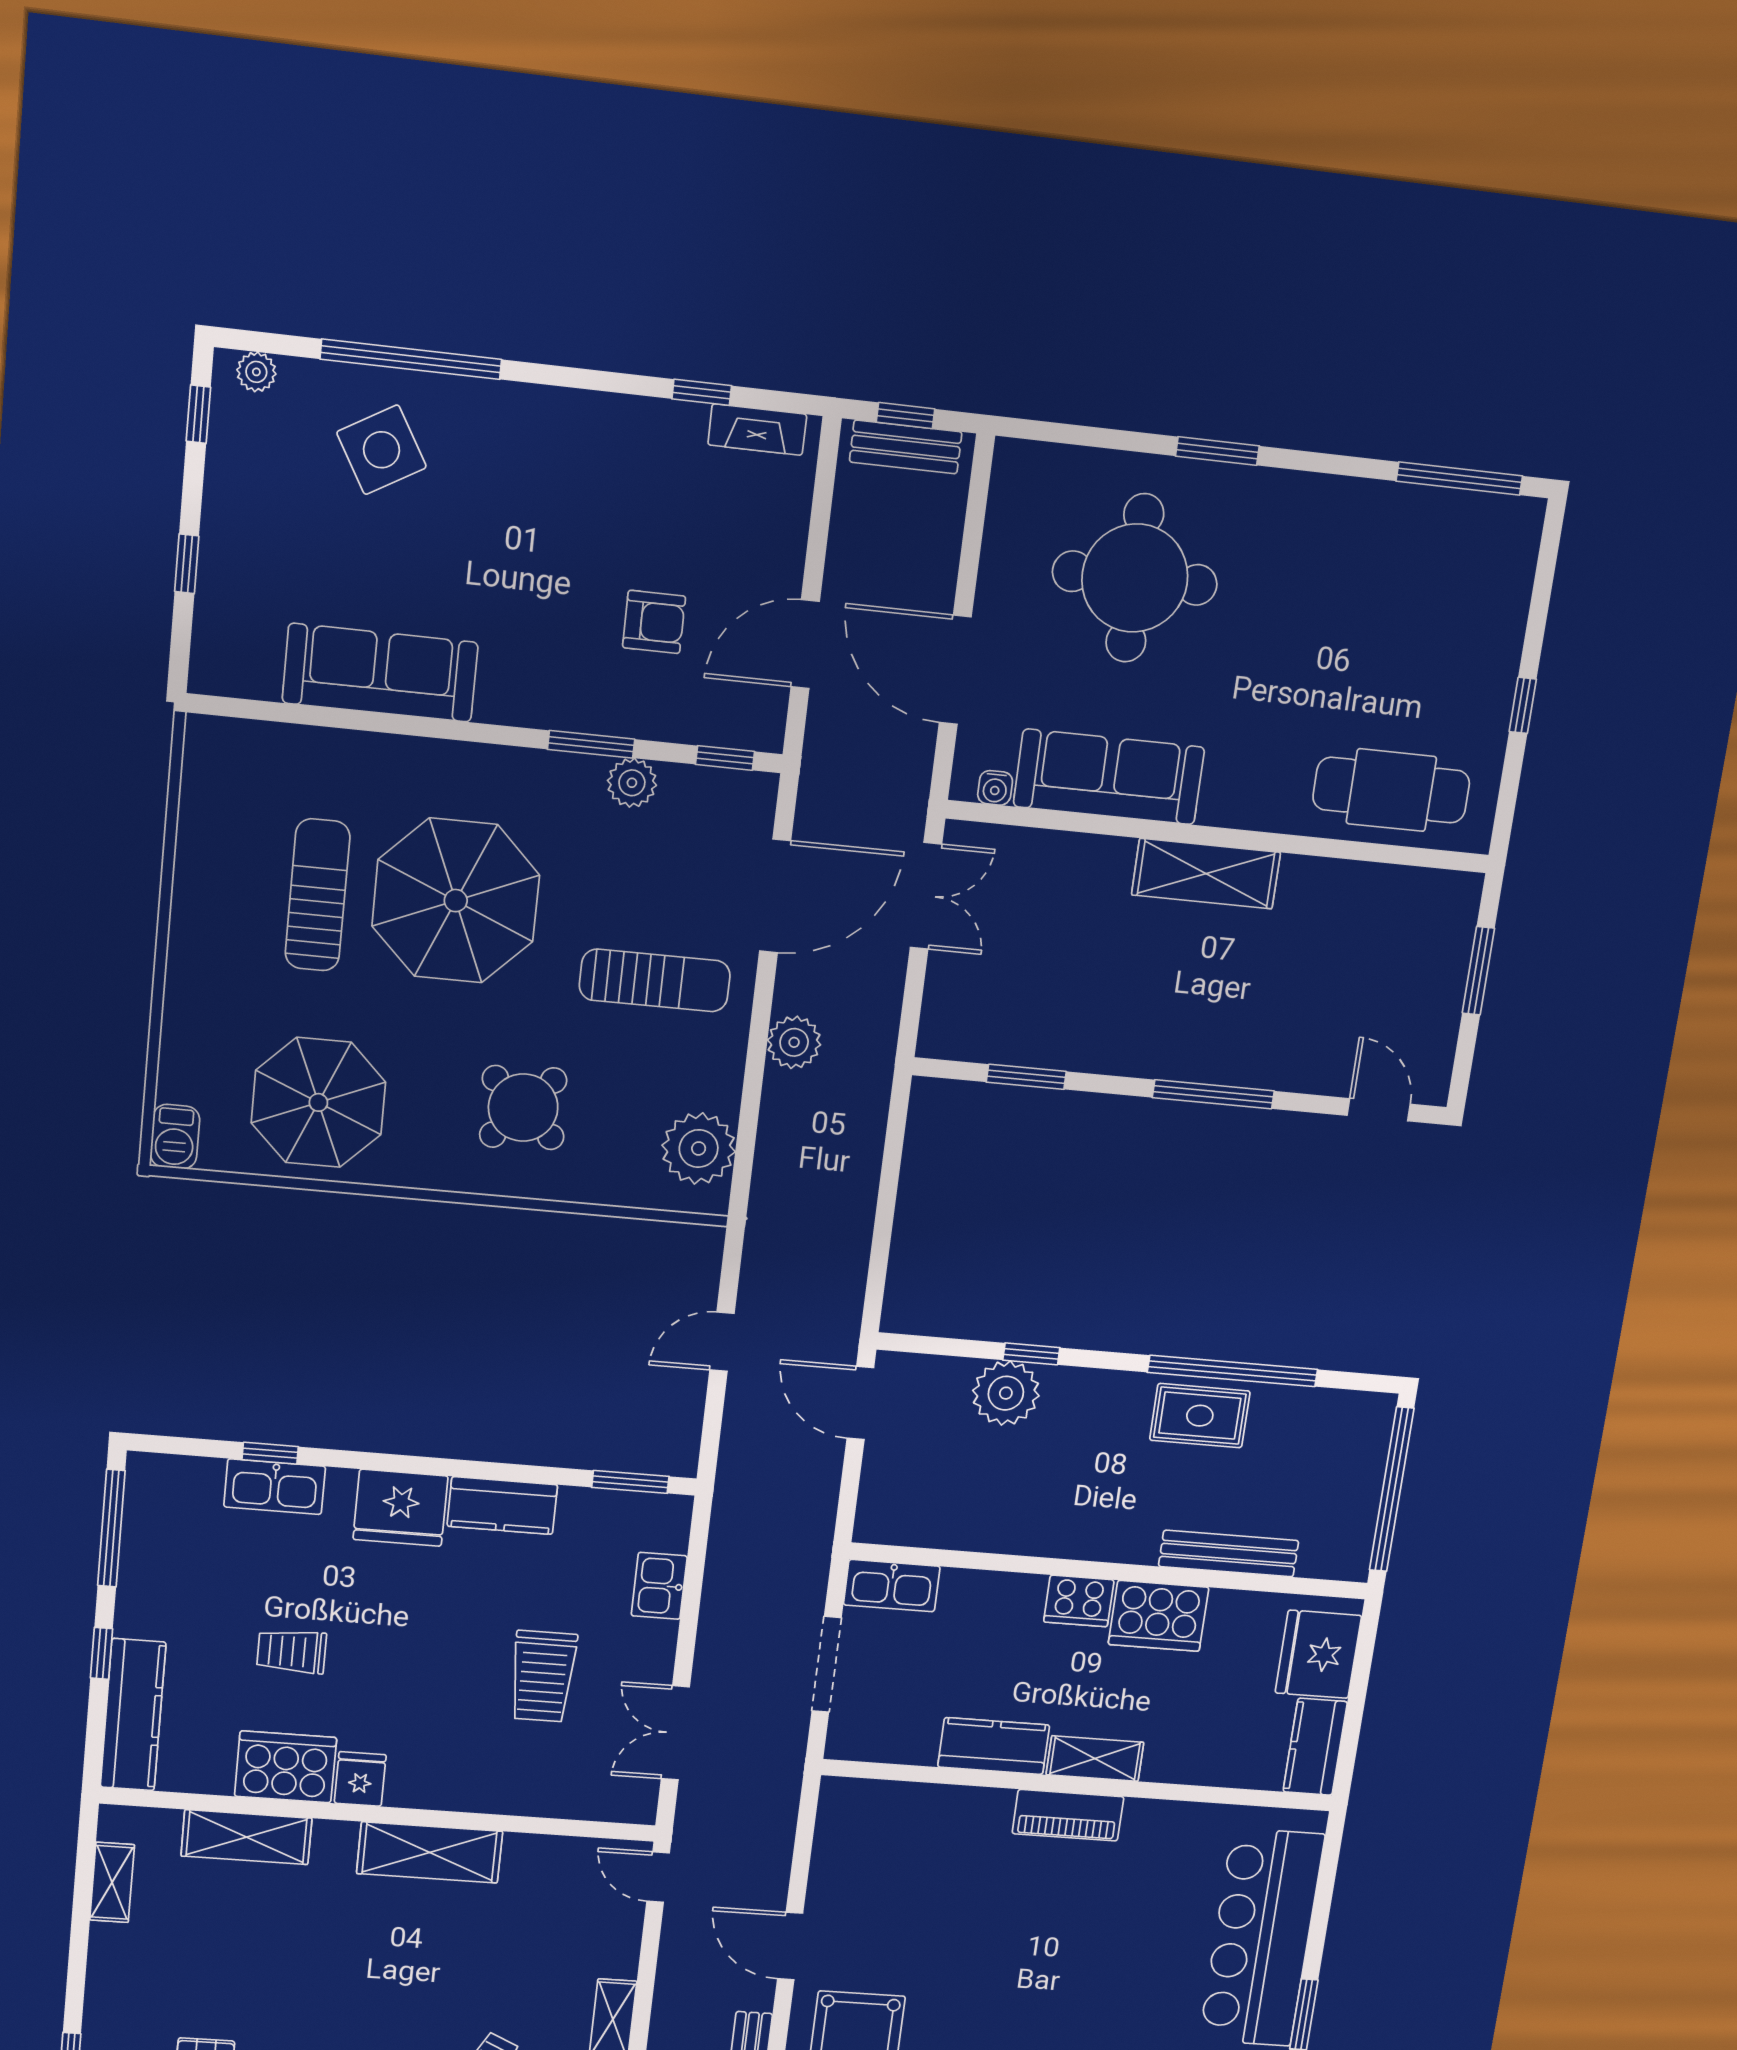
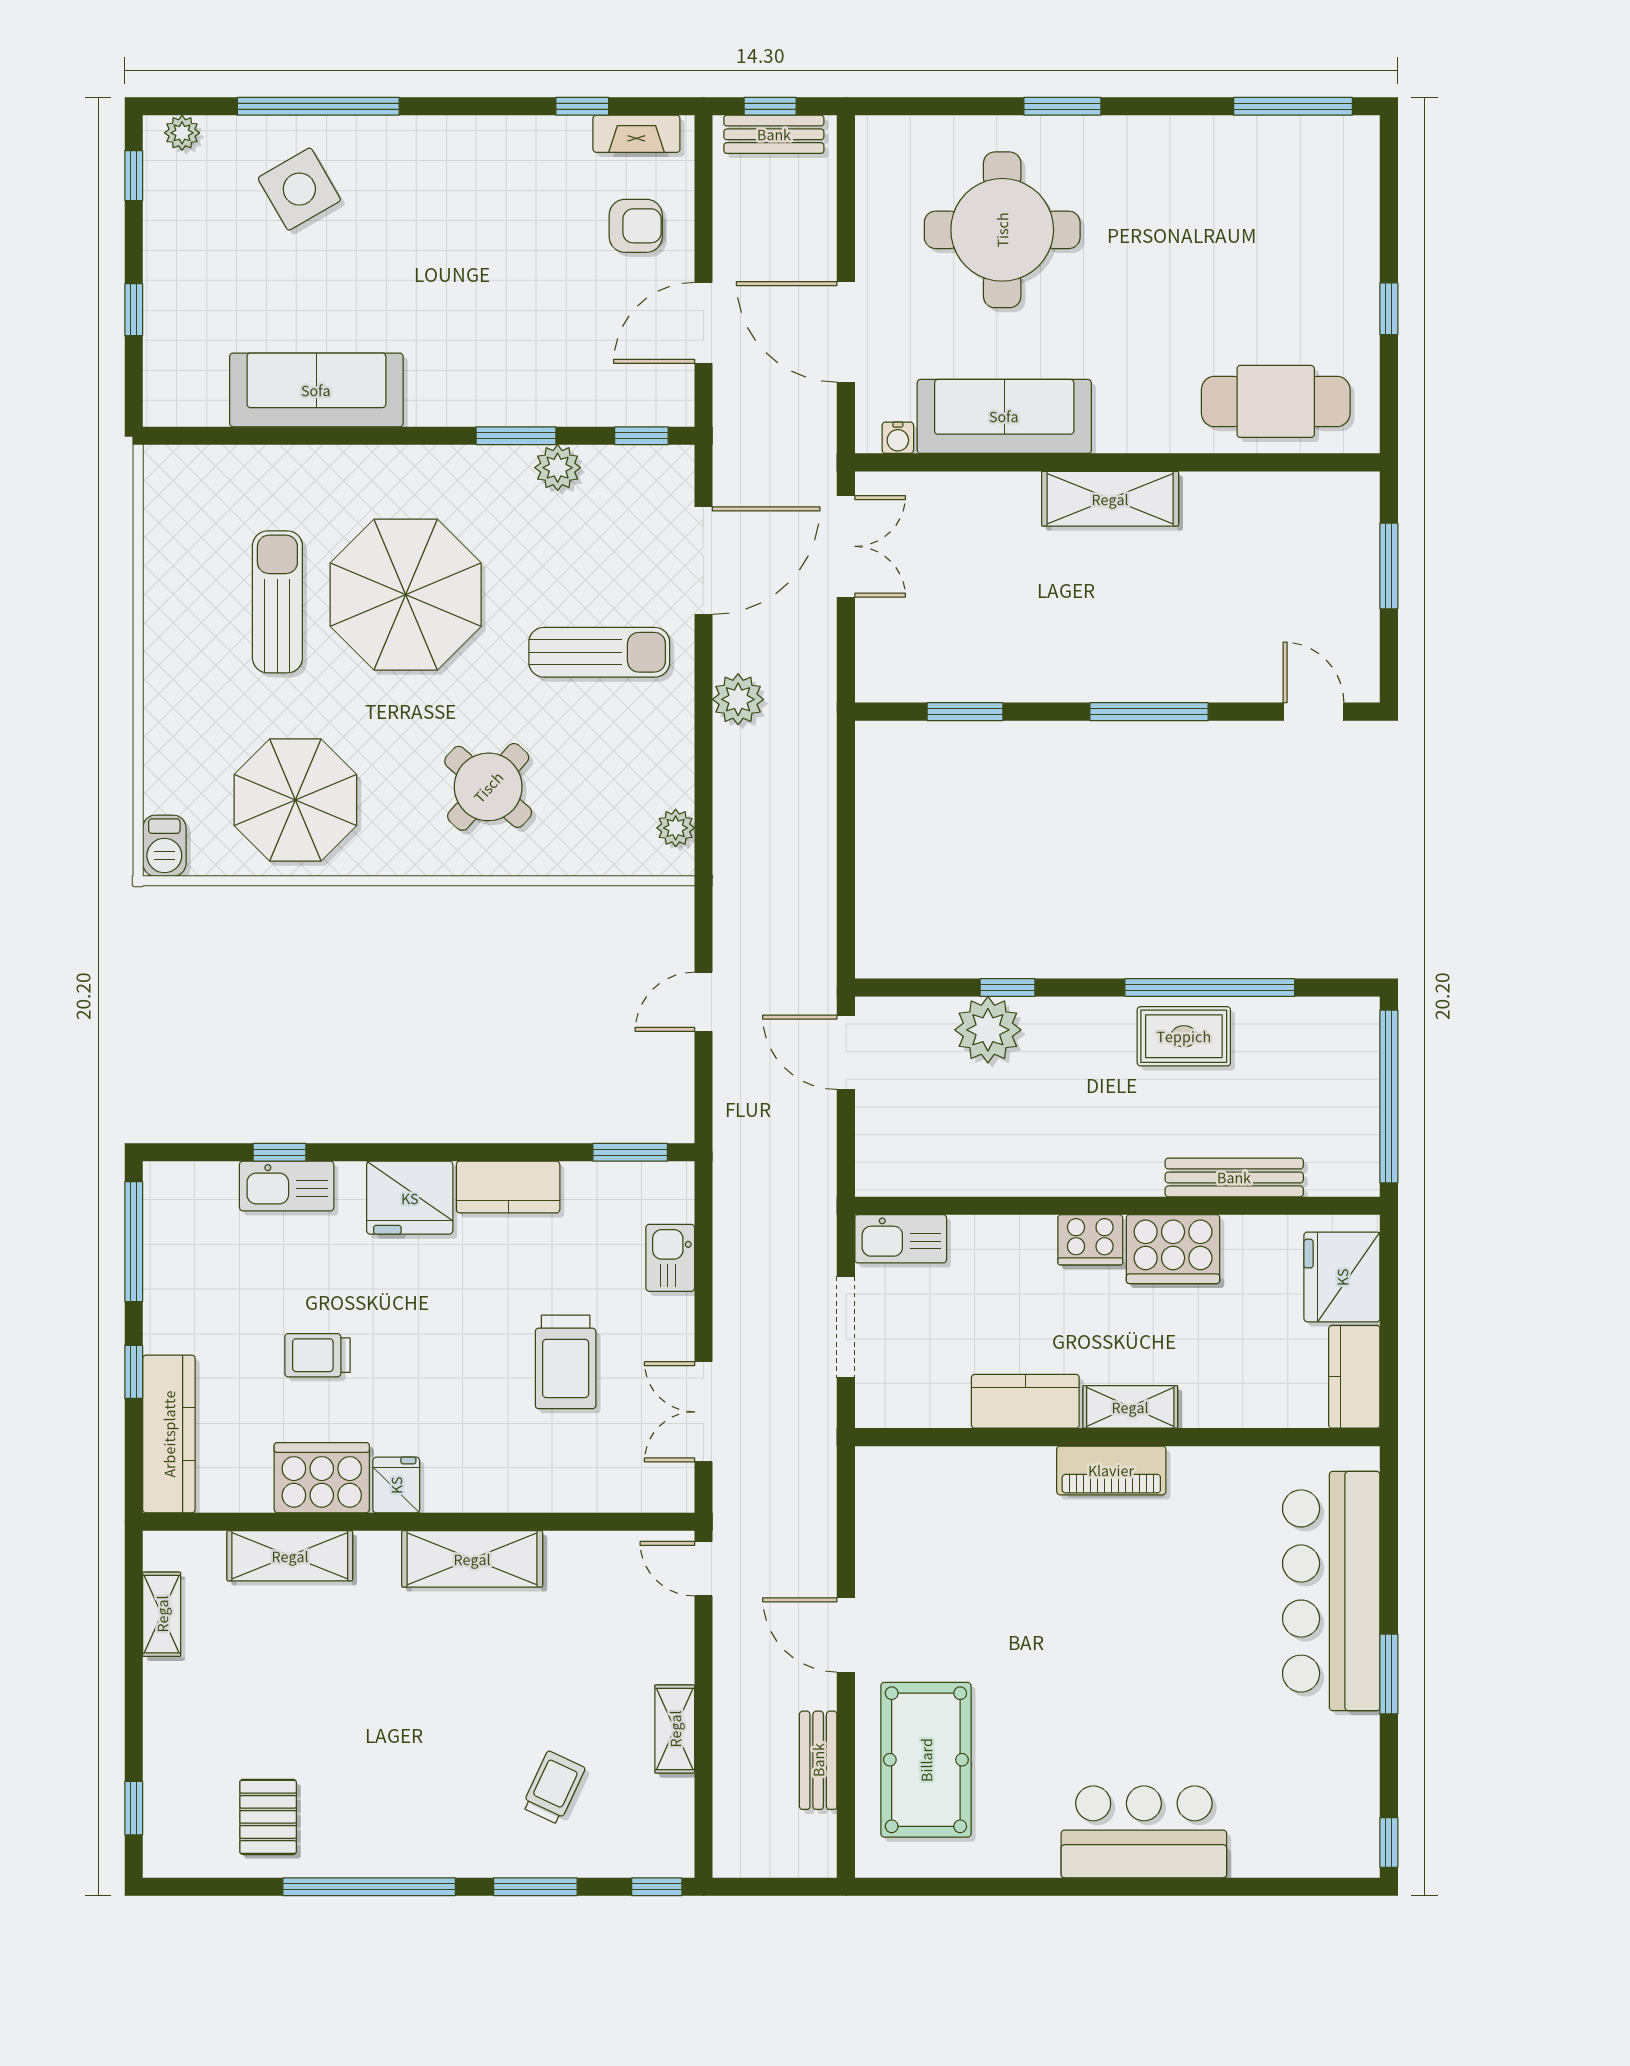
armchair: (654, 622) -> (636, 226), moved
plant: (699, 1148) -> (676, 828), width x0.53, depth x0.53

